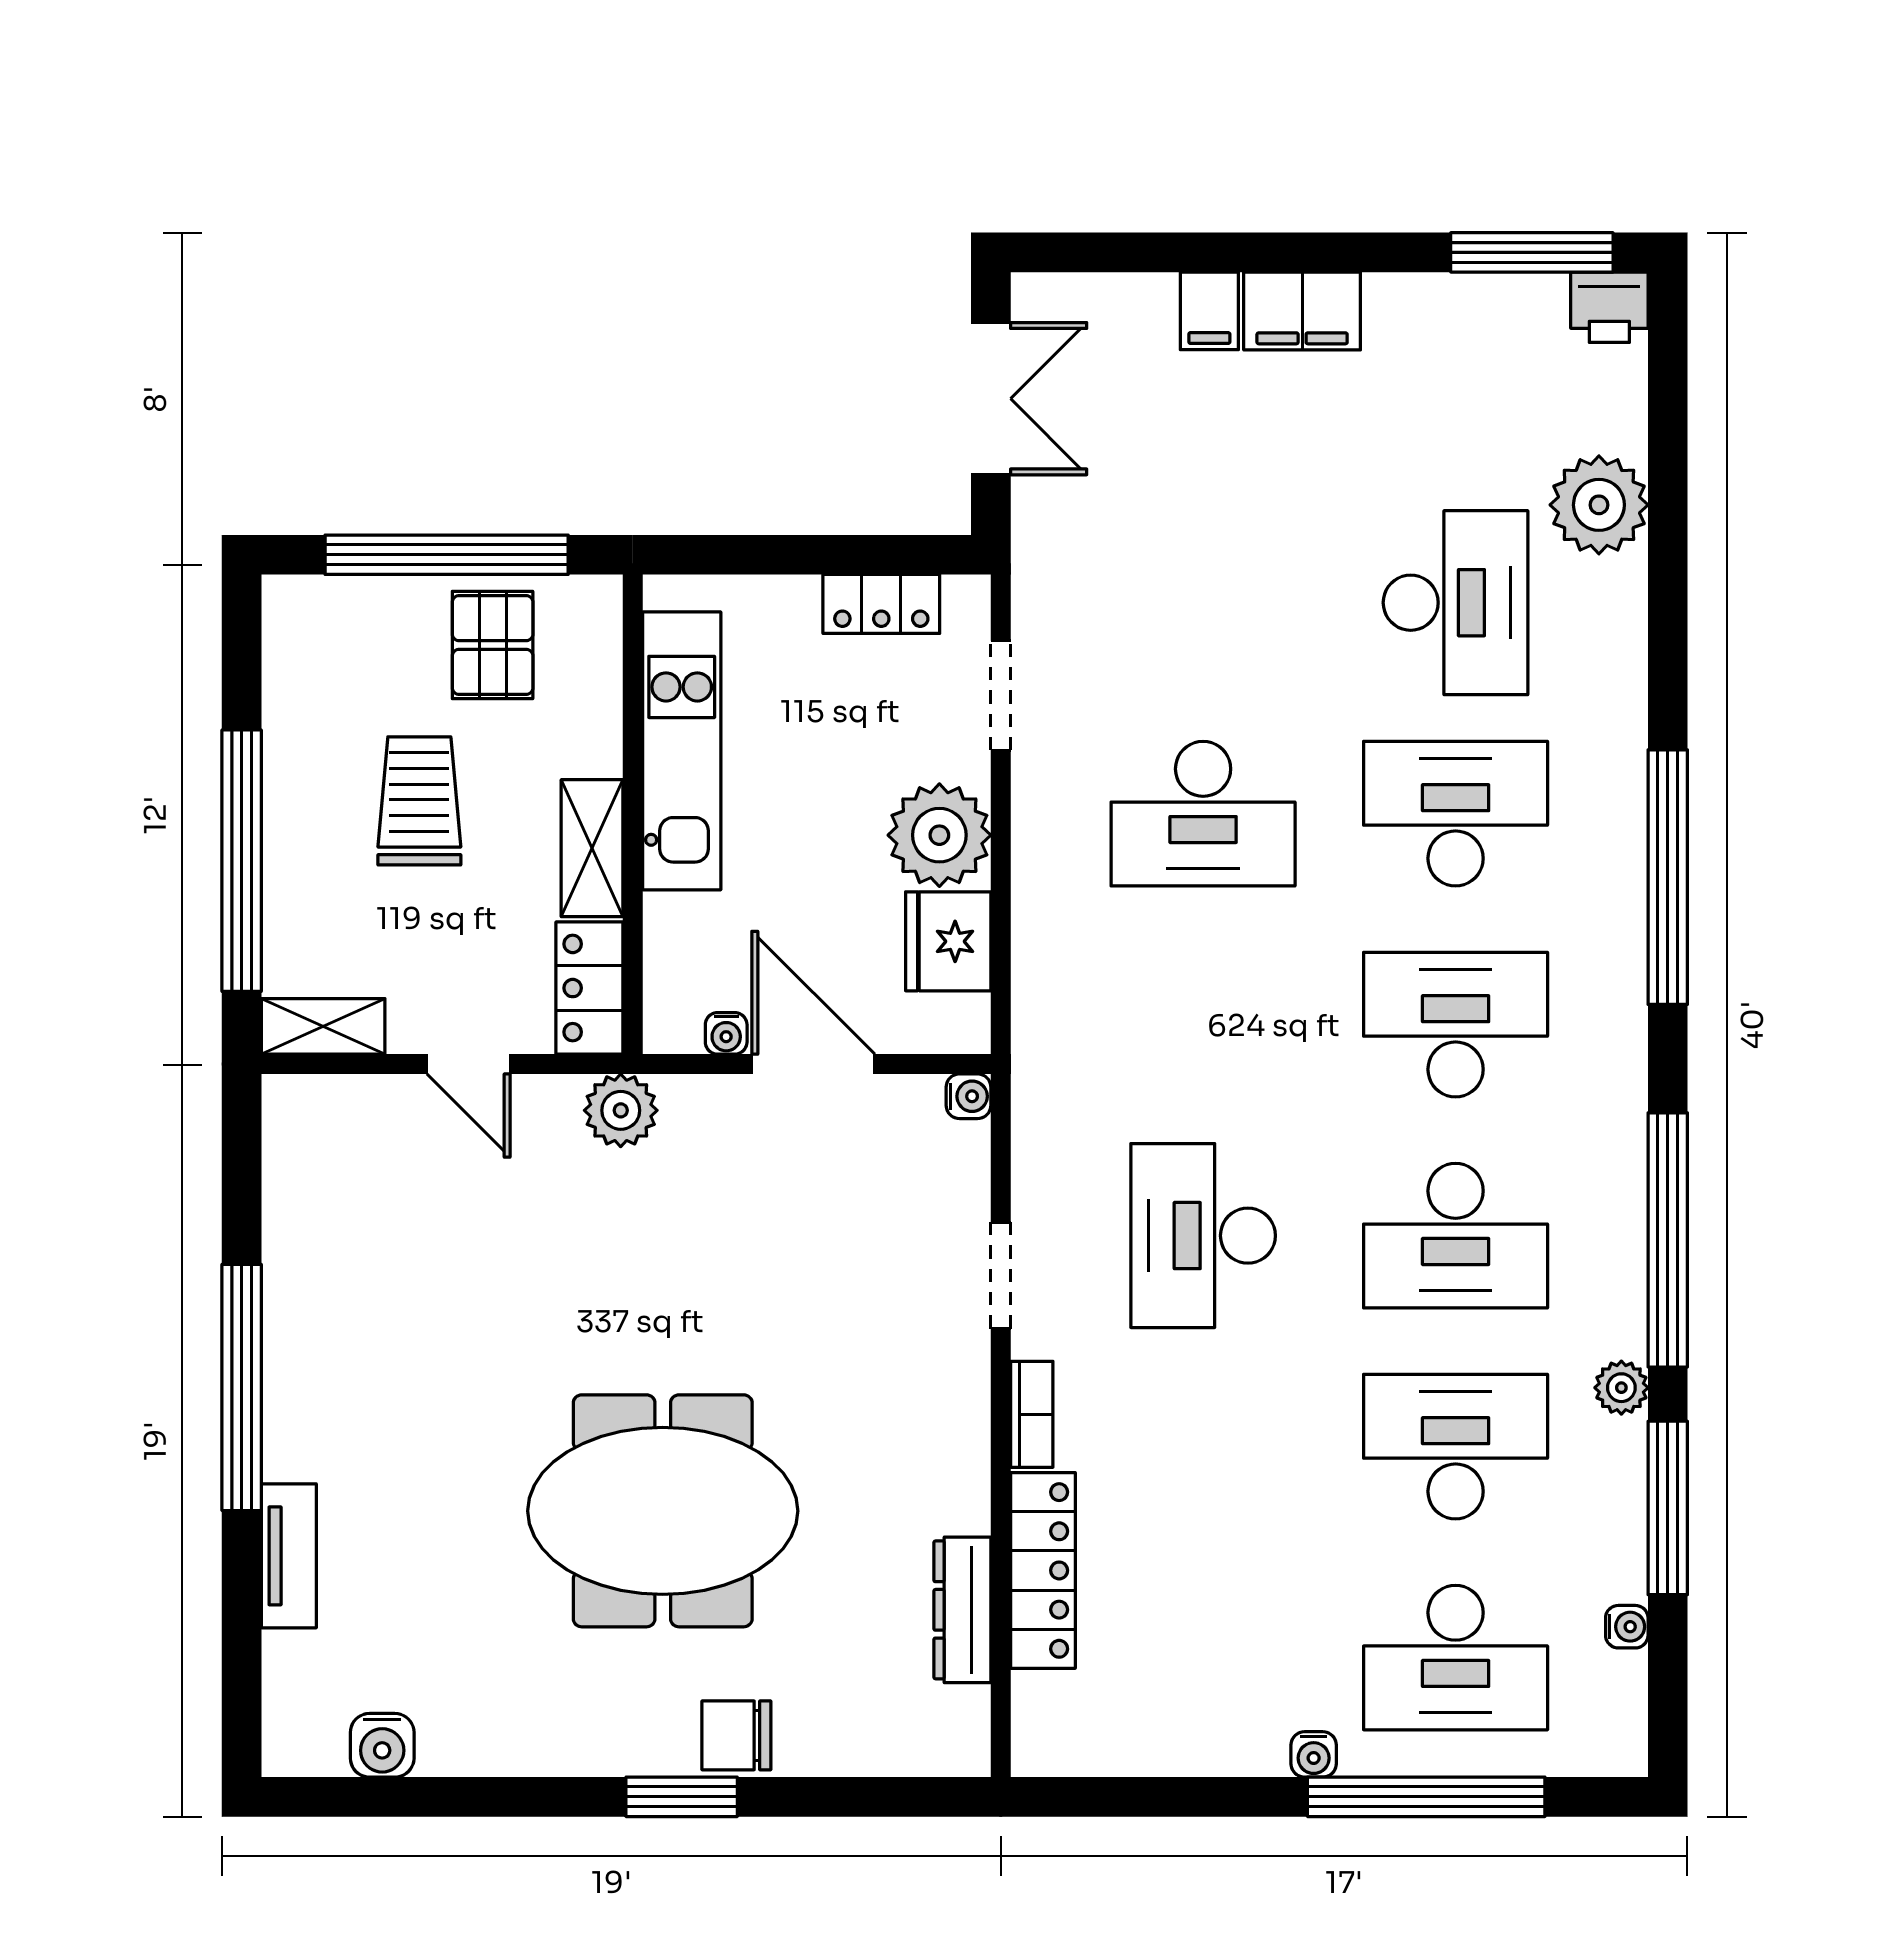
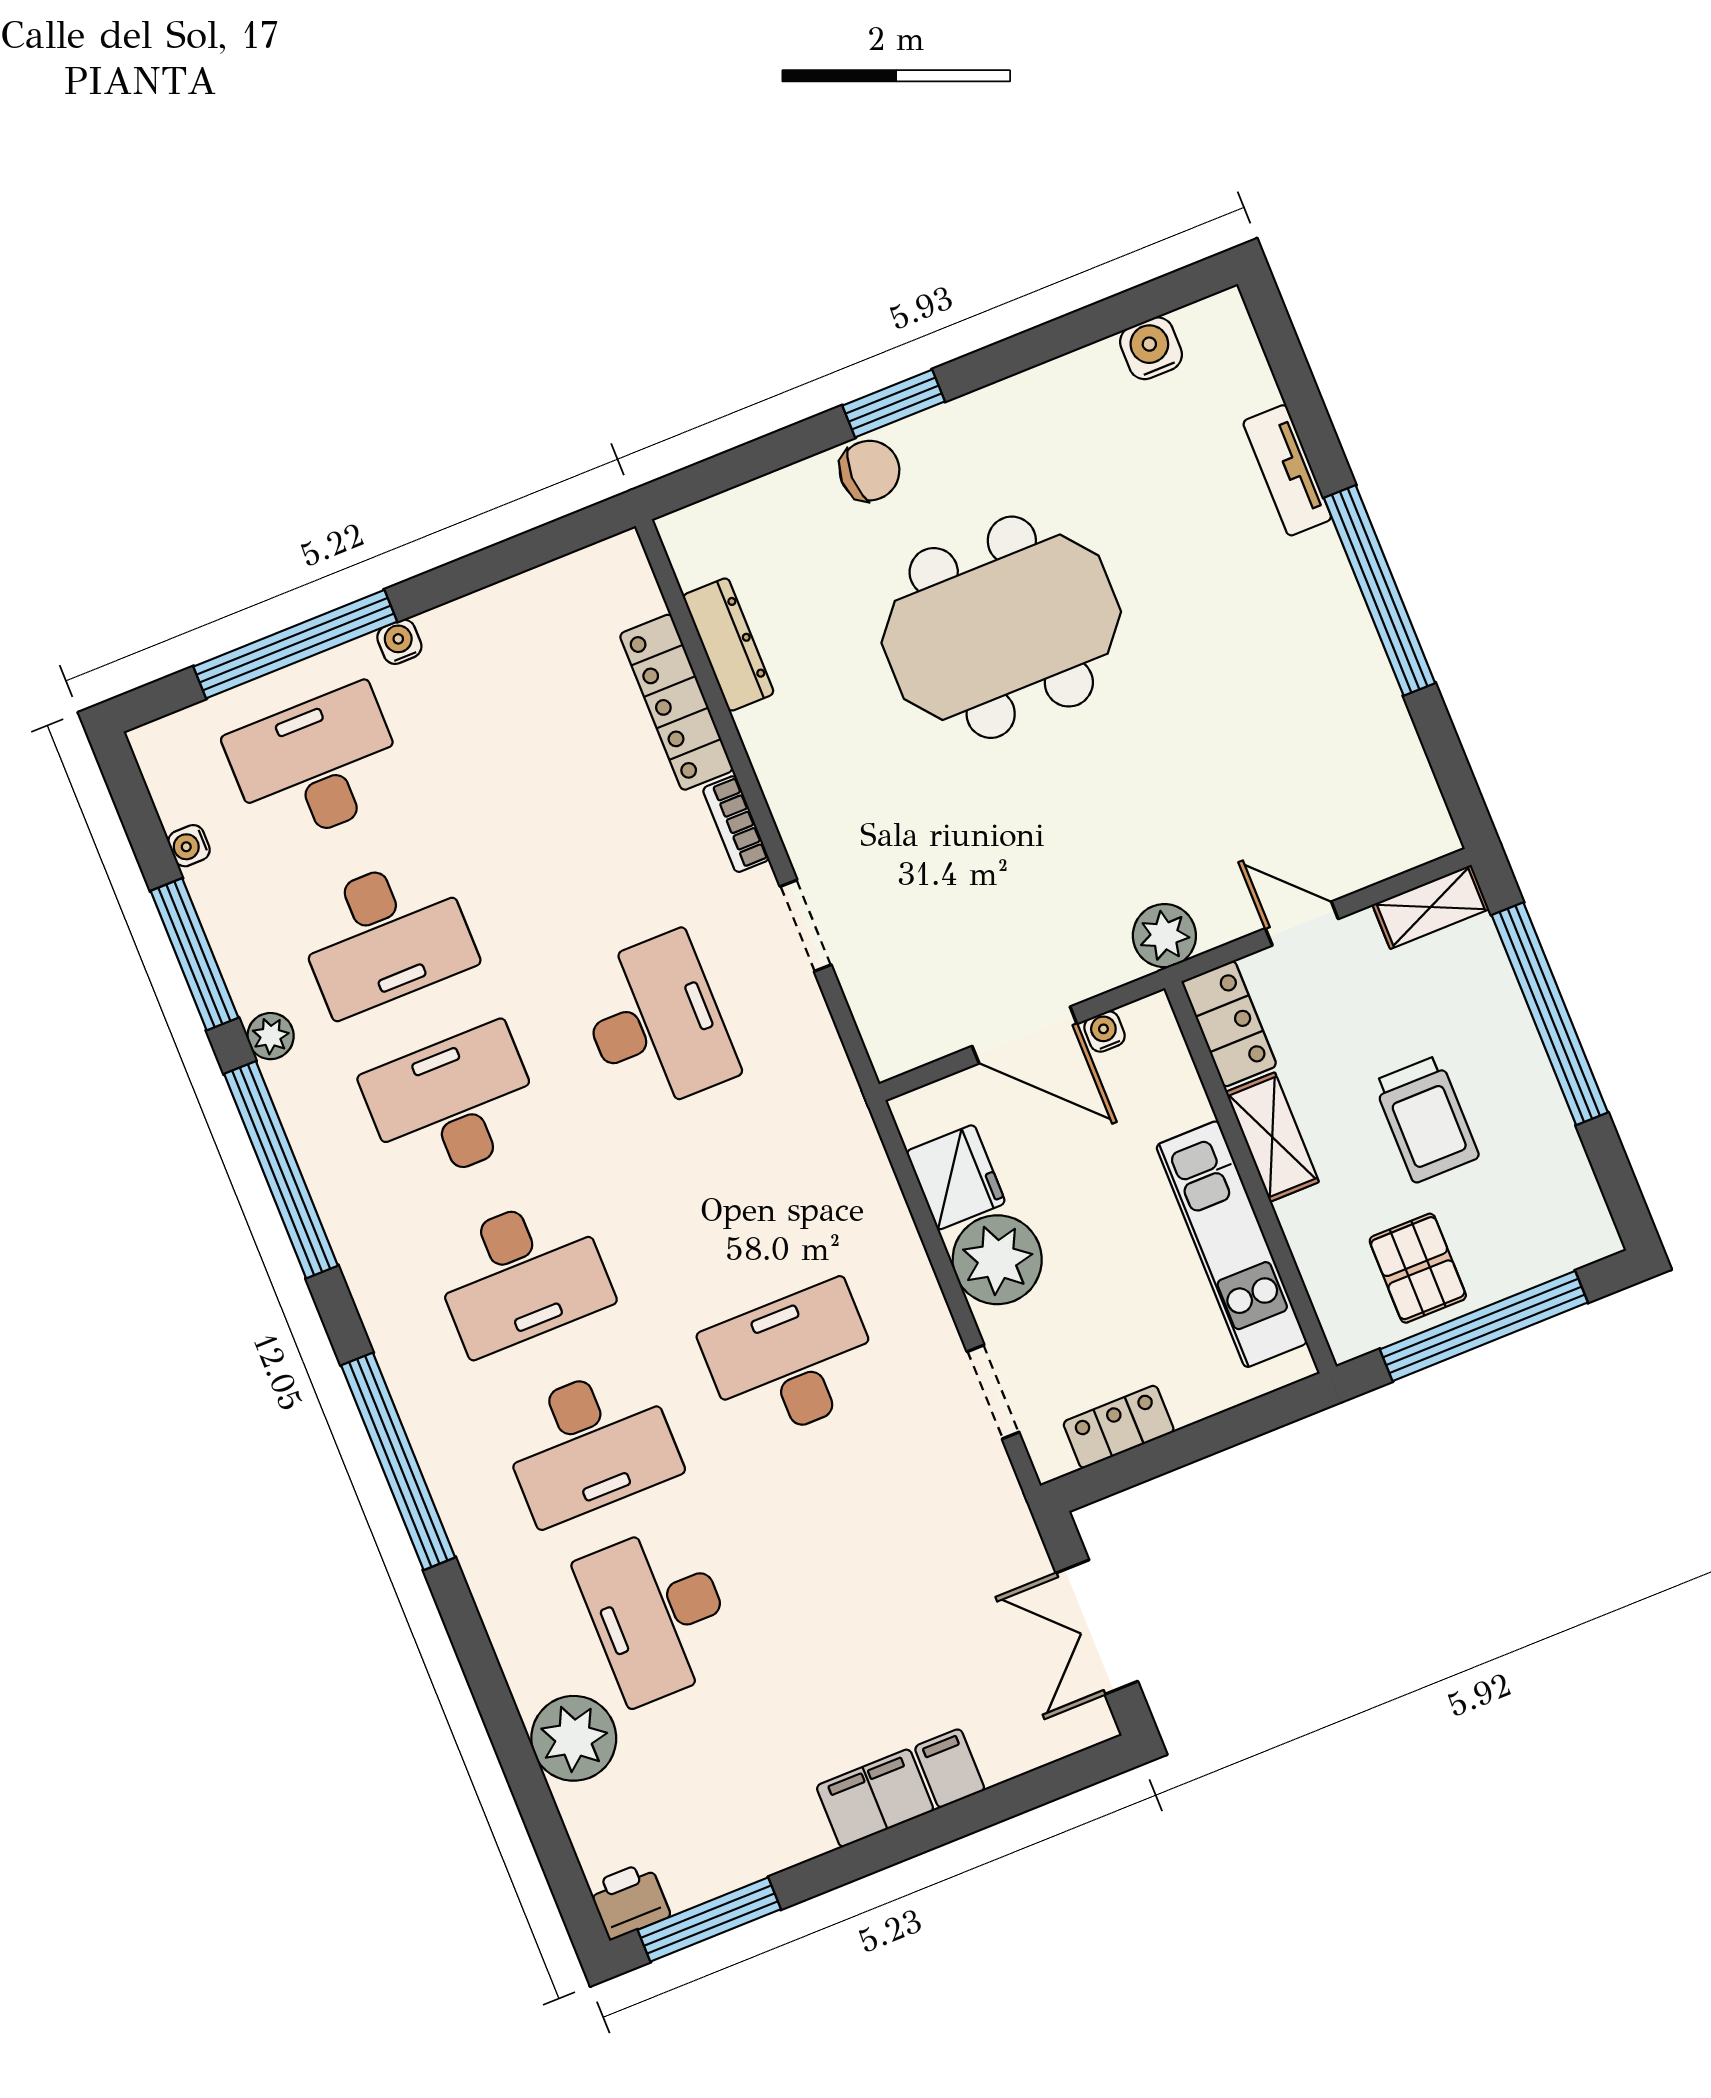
water cooler: (968, 1096) -> (889, 1059), removed

